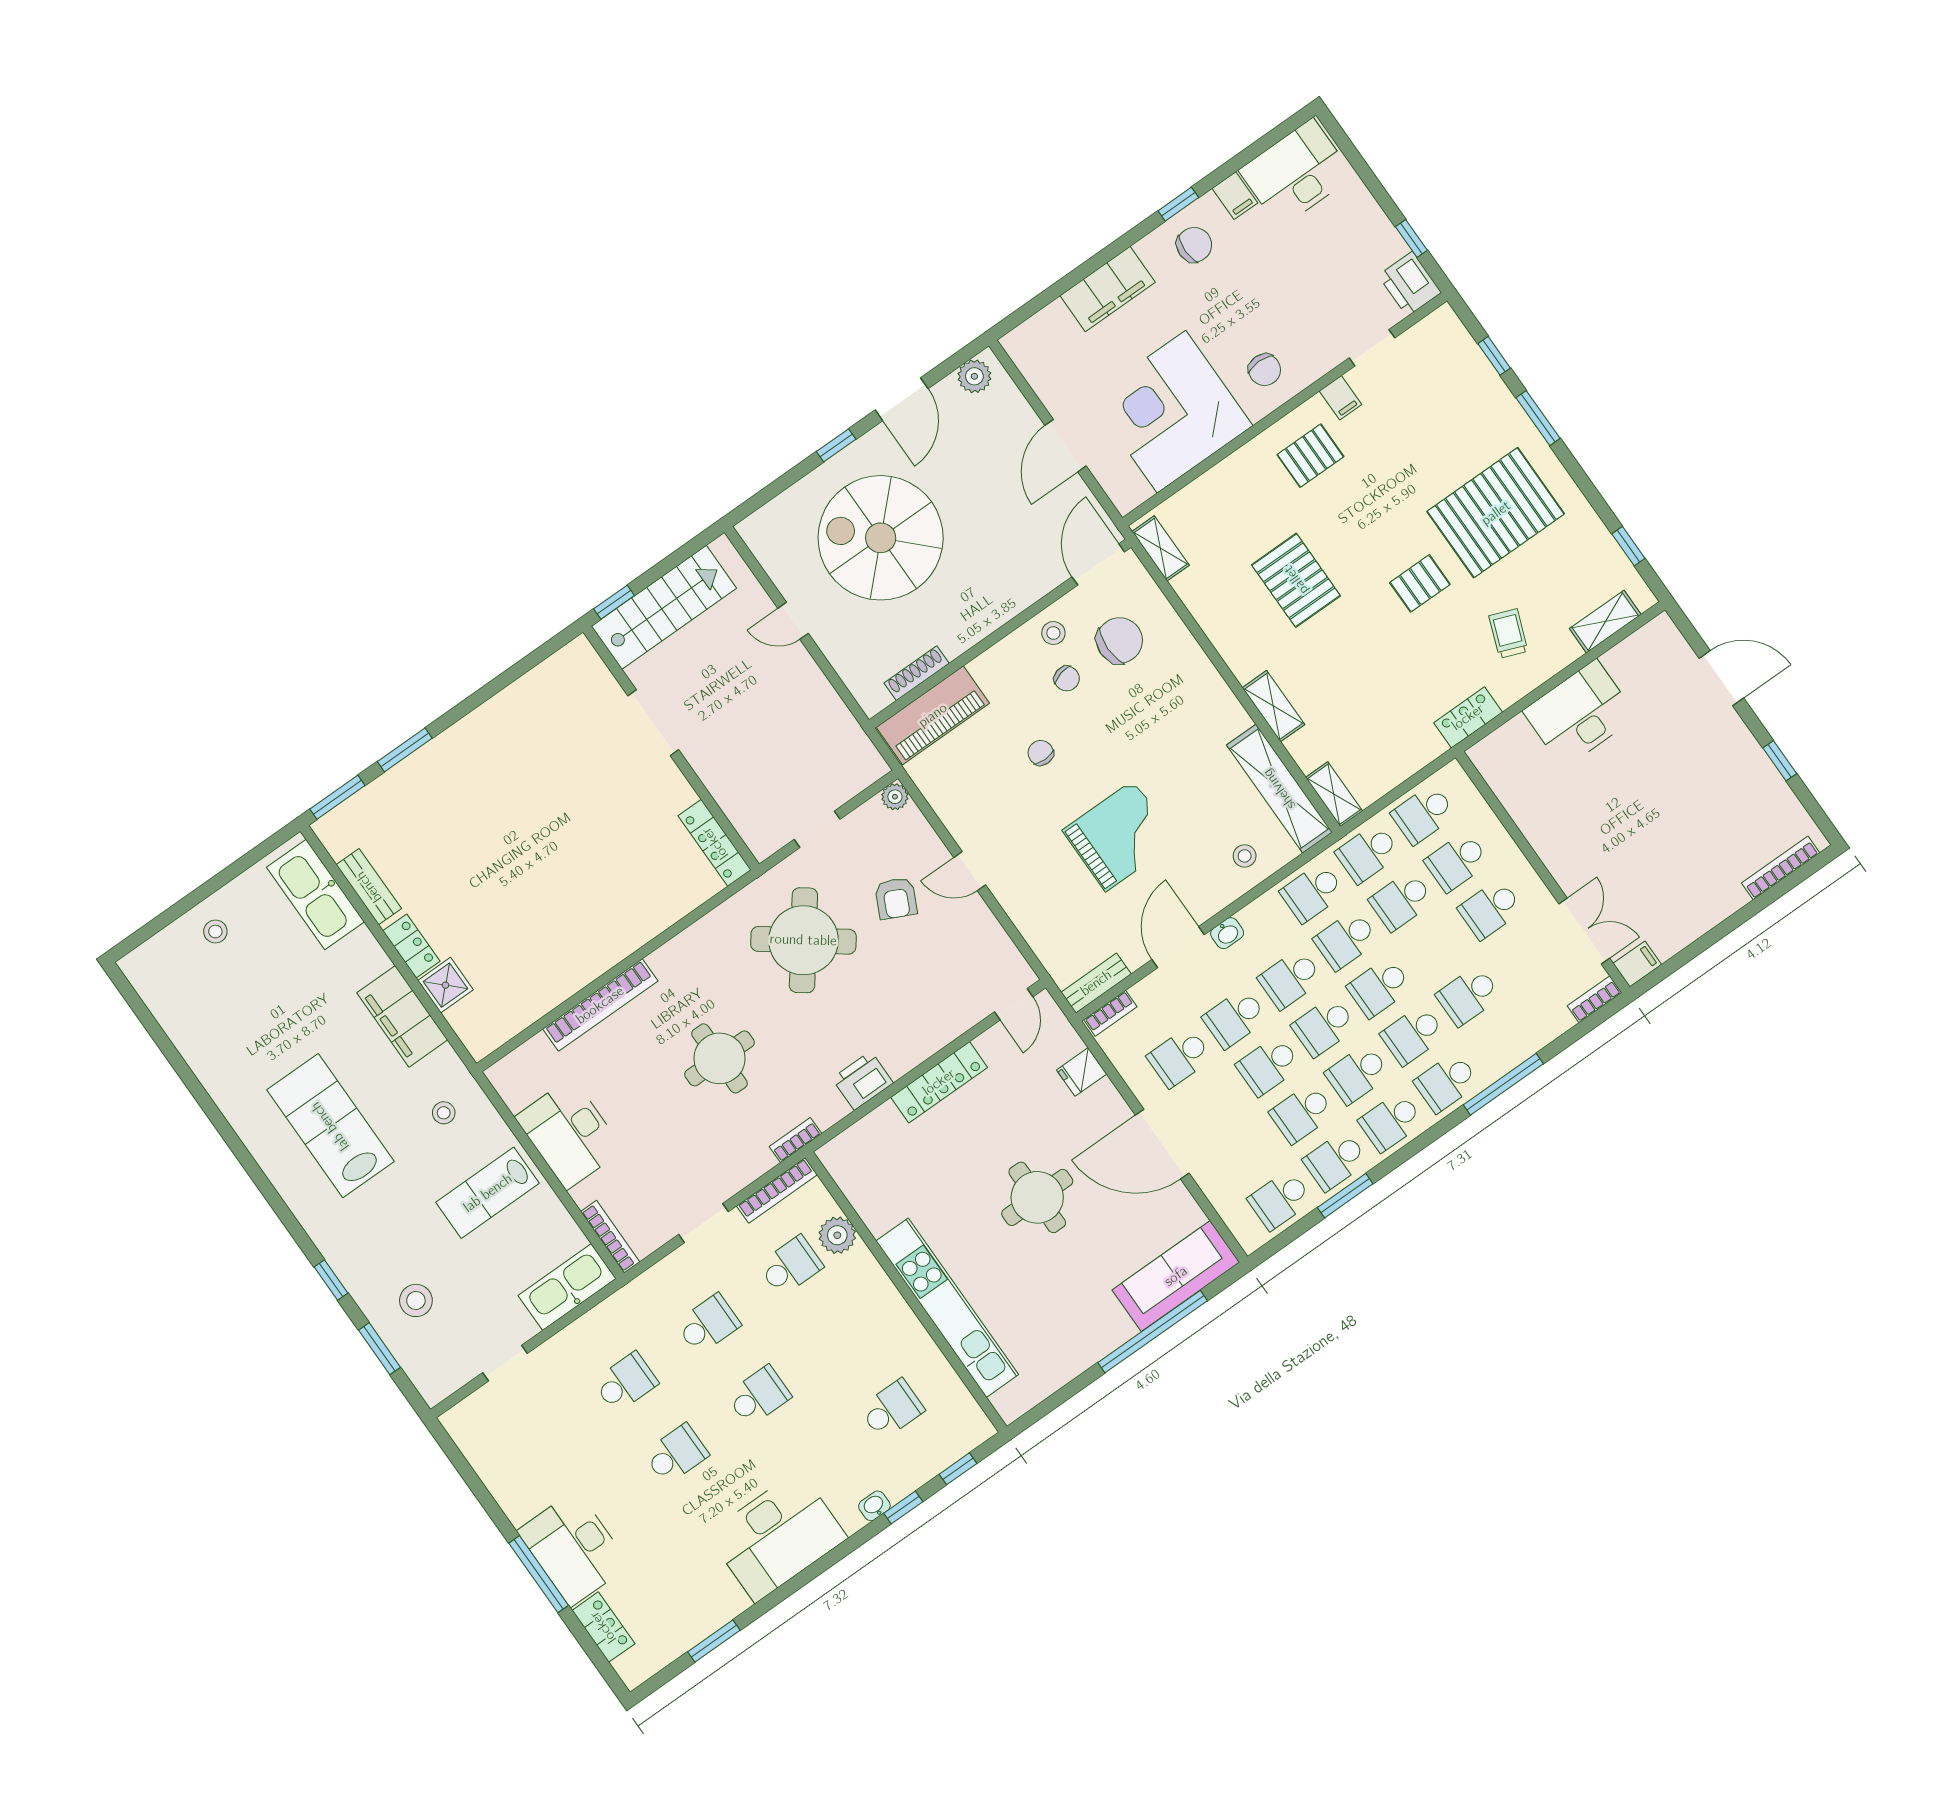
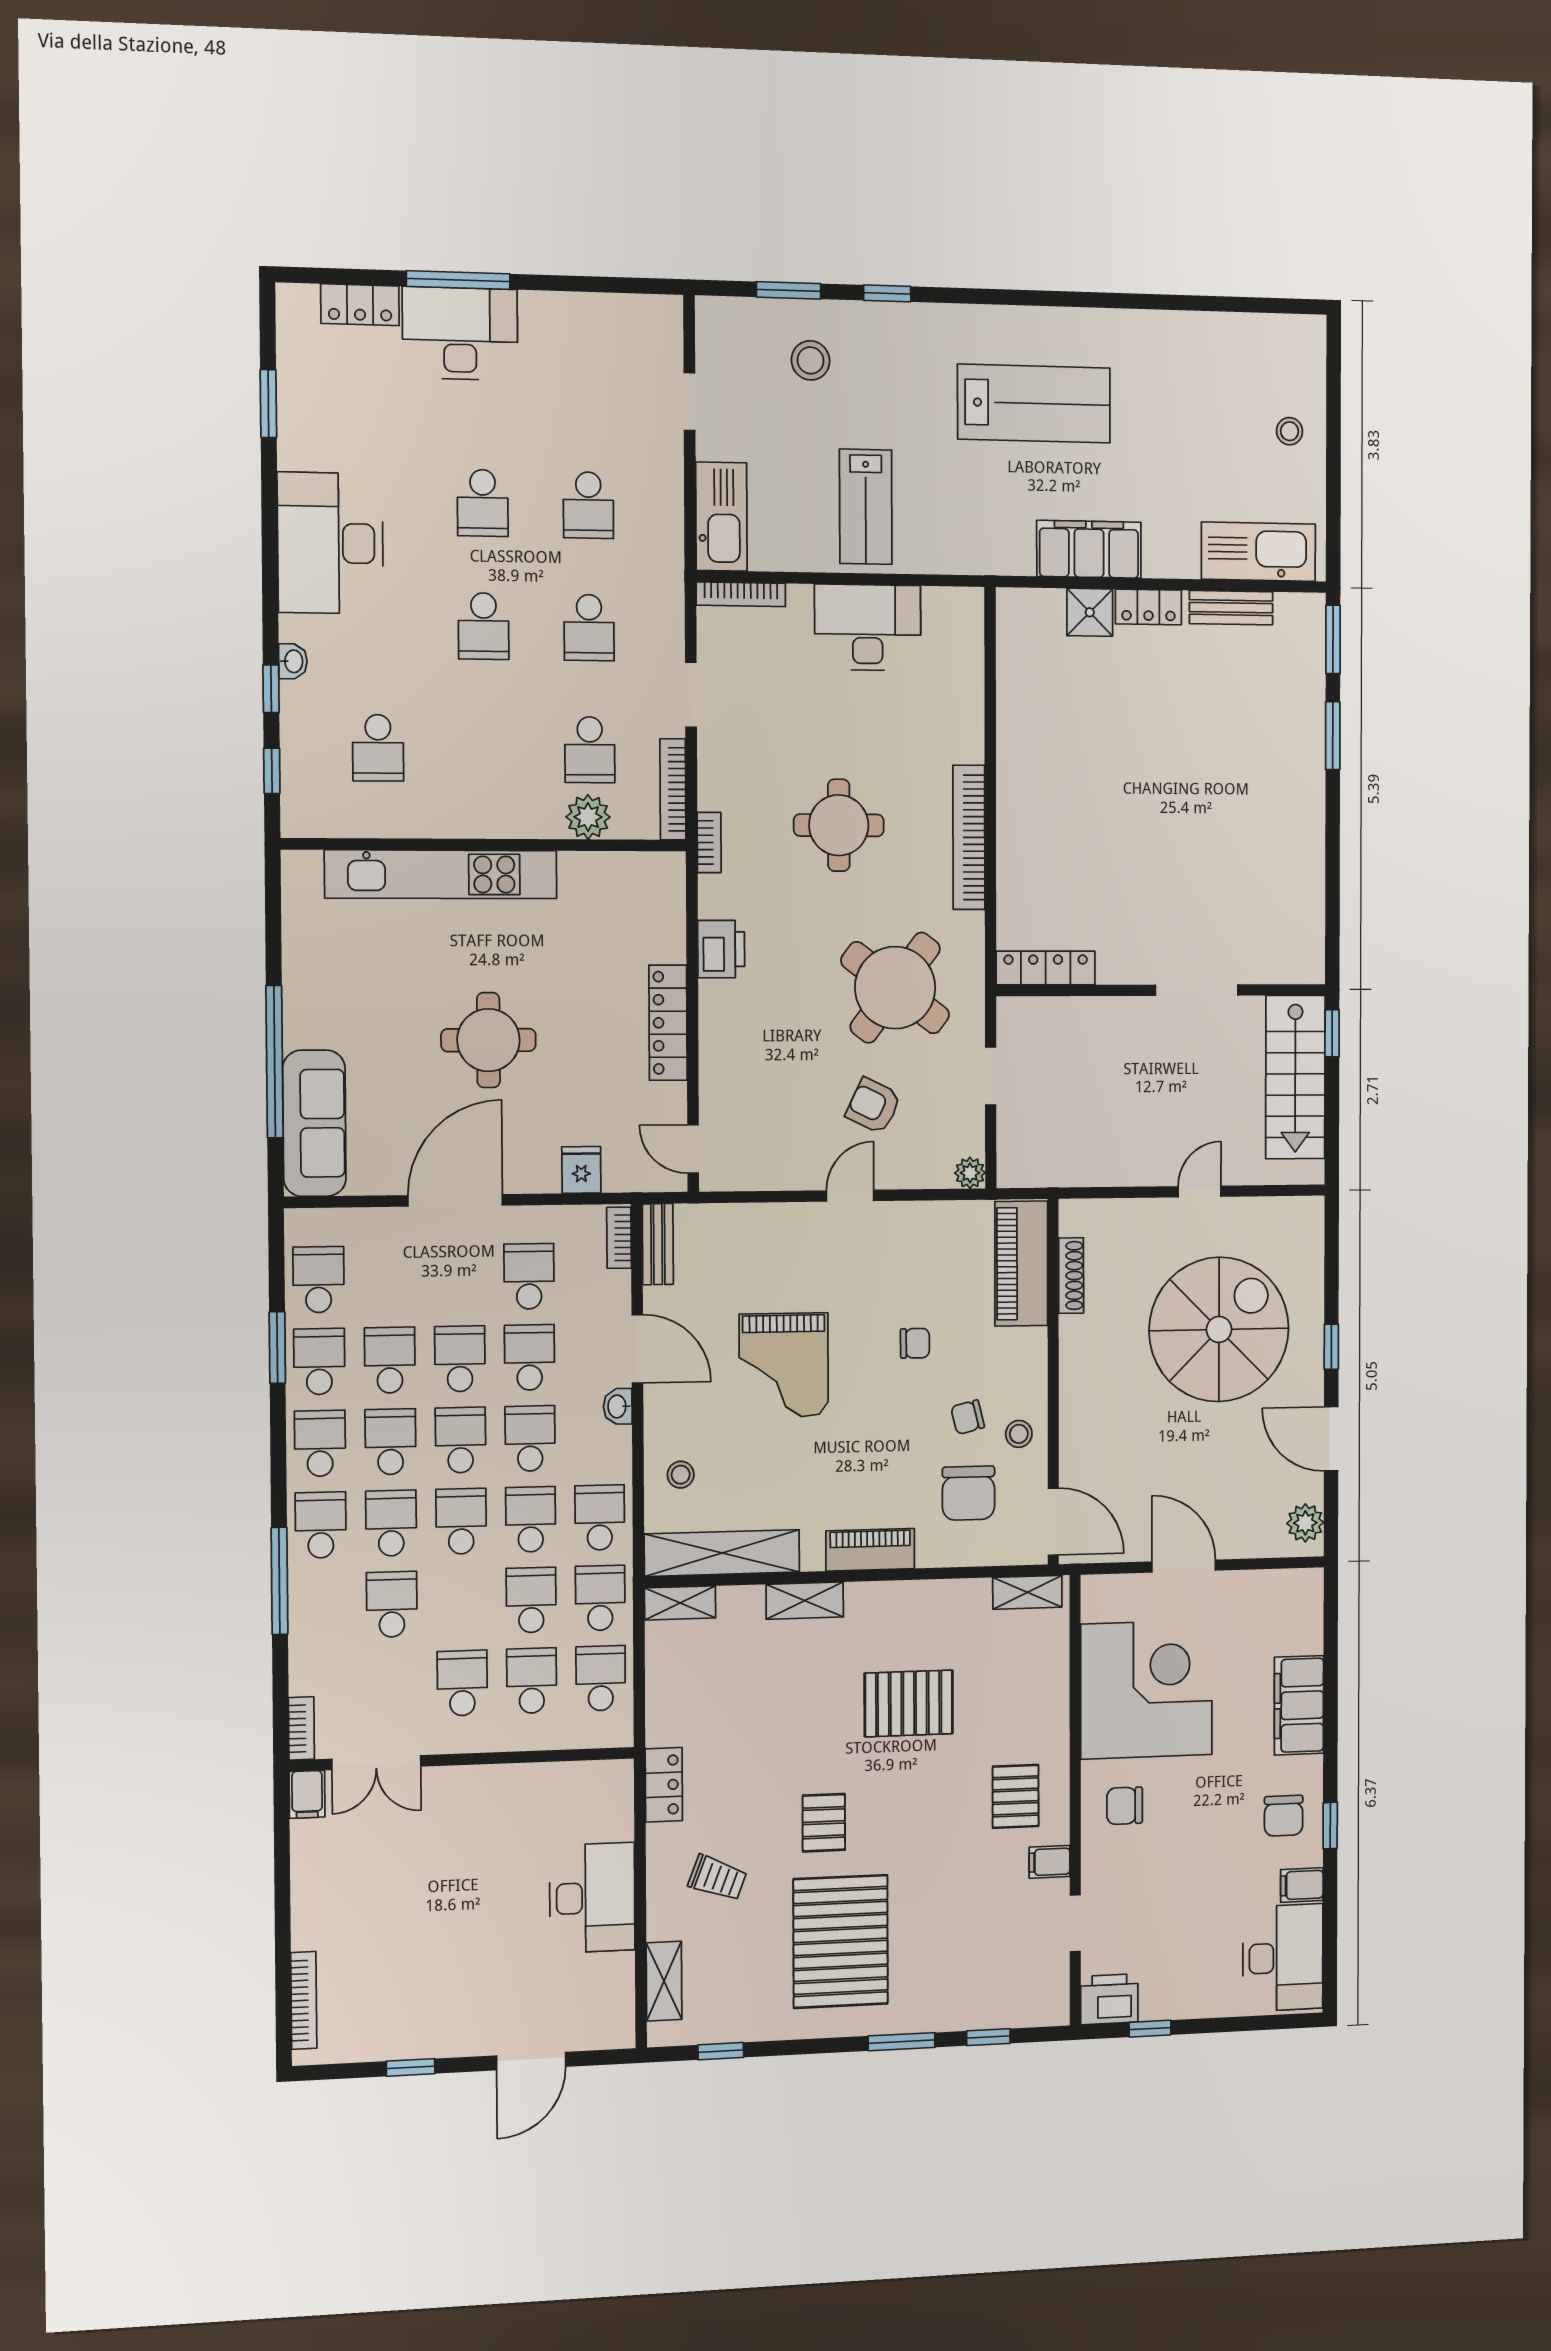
piano: (1207, 684) -> (870, 1550), added
bookcase: (600, 1005) -> (969, 837), moved
stool: (444, 1113) -> (971, 521), removed
lab bench: (488, 1193) -> (866, 507), turned 180

